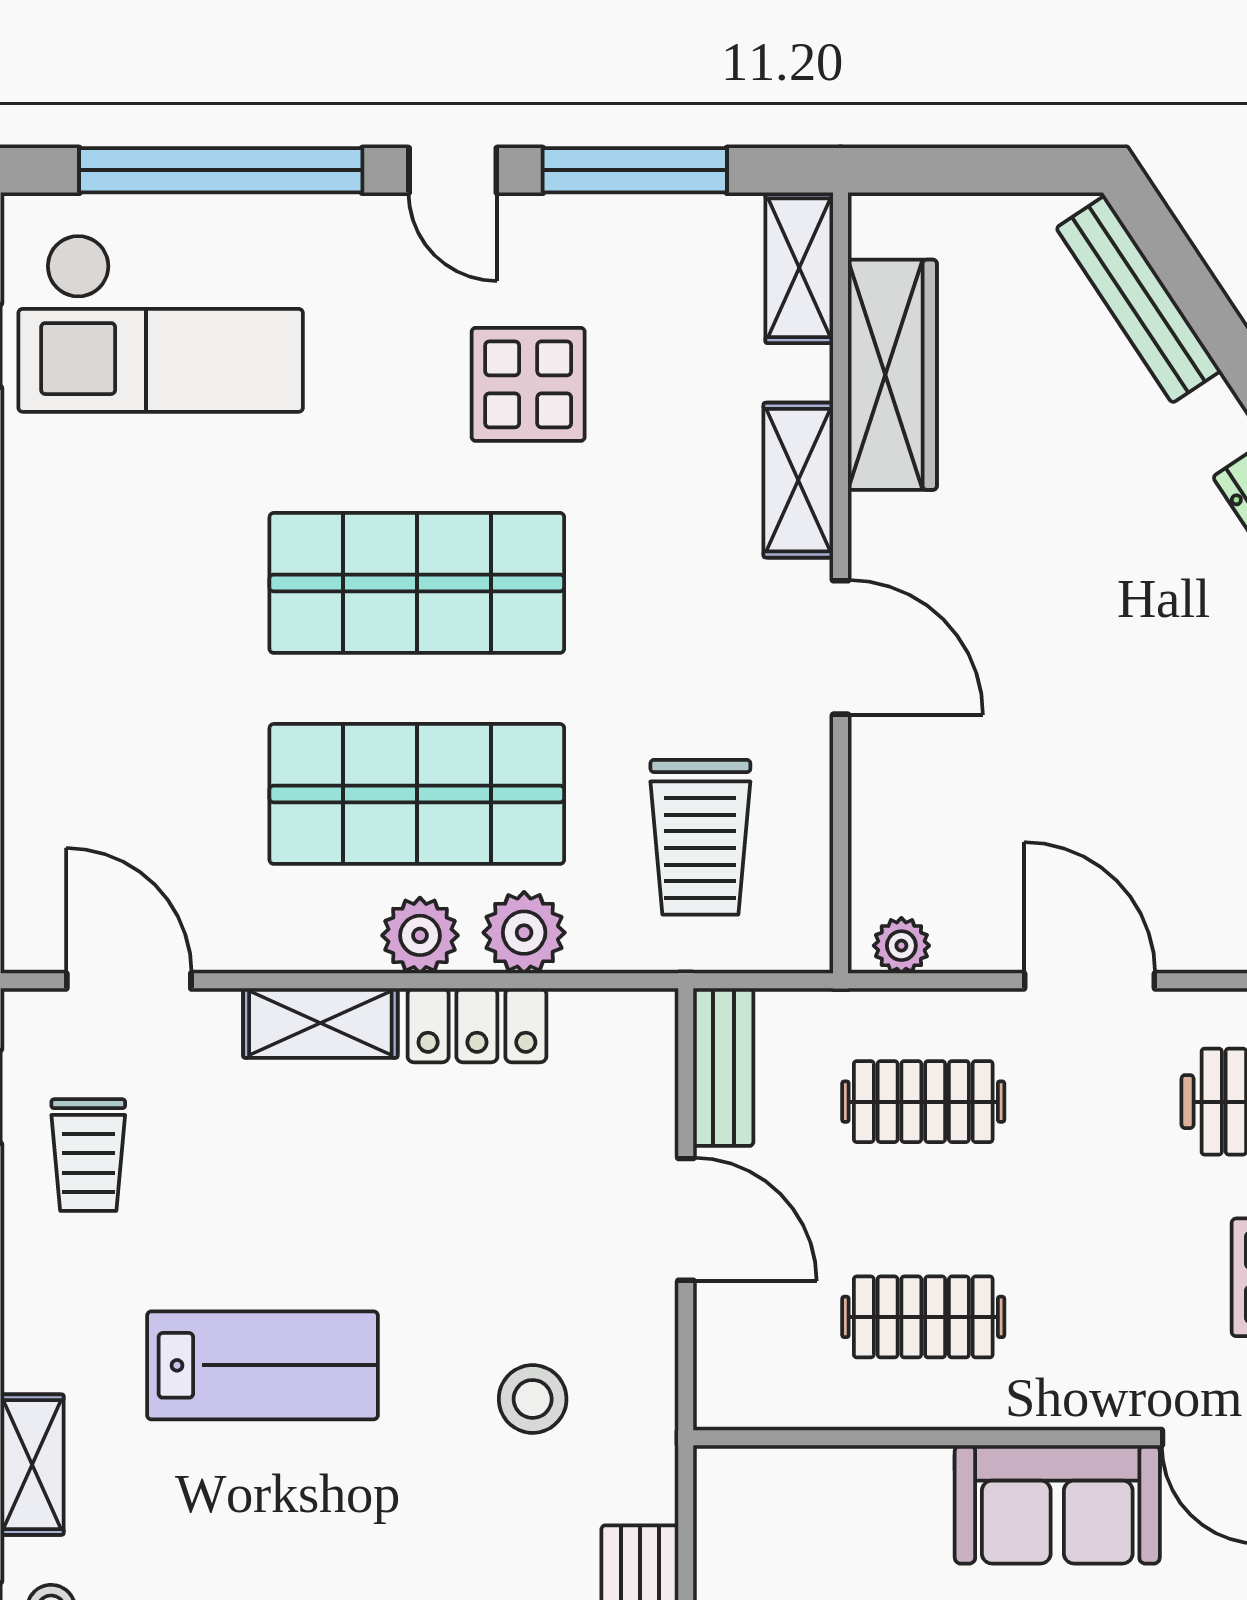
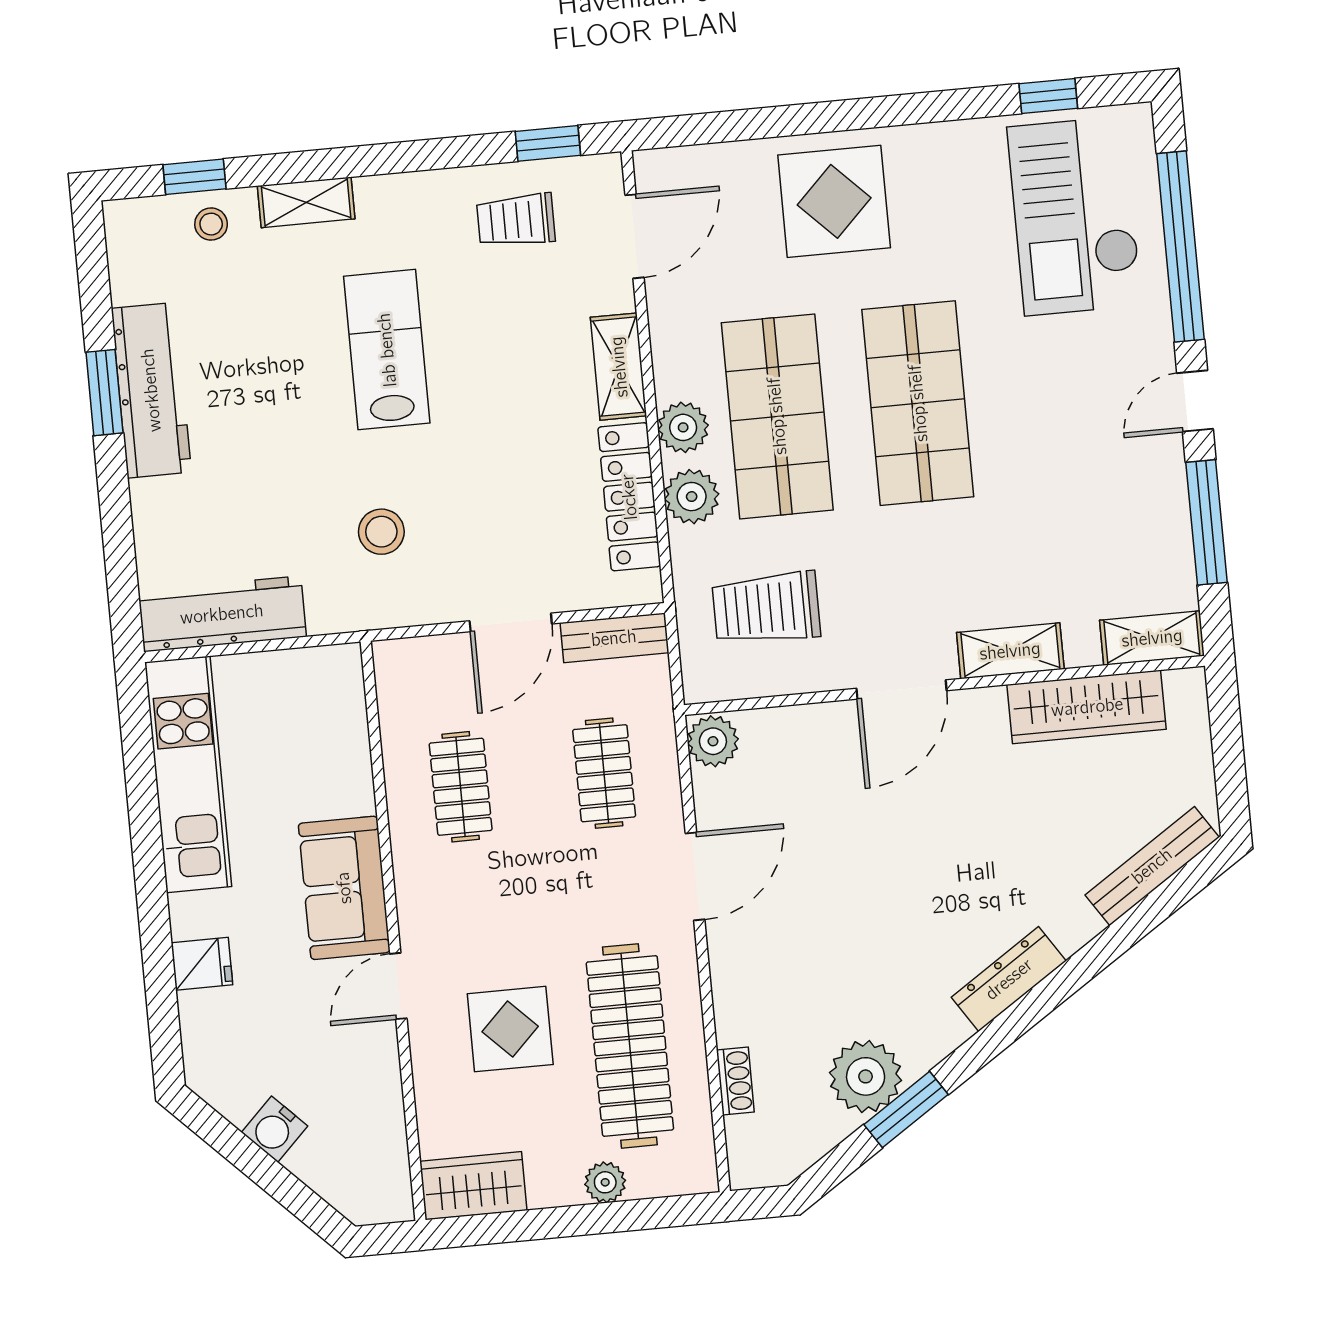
display table: (528, 384) -> (834, 201), moved, width x1.36, depth x1.36
plant: (901, 946) -> (713, 741), width x1.38, depth x1.38
locker: (477, 1025) -> (629, 497), width x1.53
lab bench: (262, 1365) -> (387, 350), turned 180

